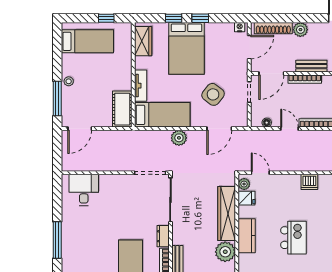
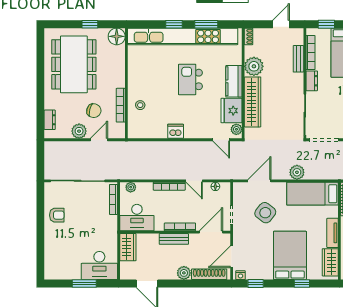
window: (200, 18) -> (256, 284), moved
tv unit: (141, 86) -> (333, 233), moved
fridge: (246, 198) -> (231, 111), width x1.88, depth x1.34

